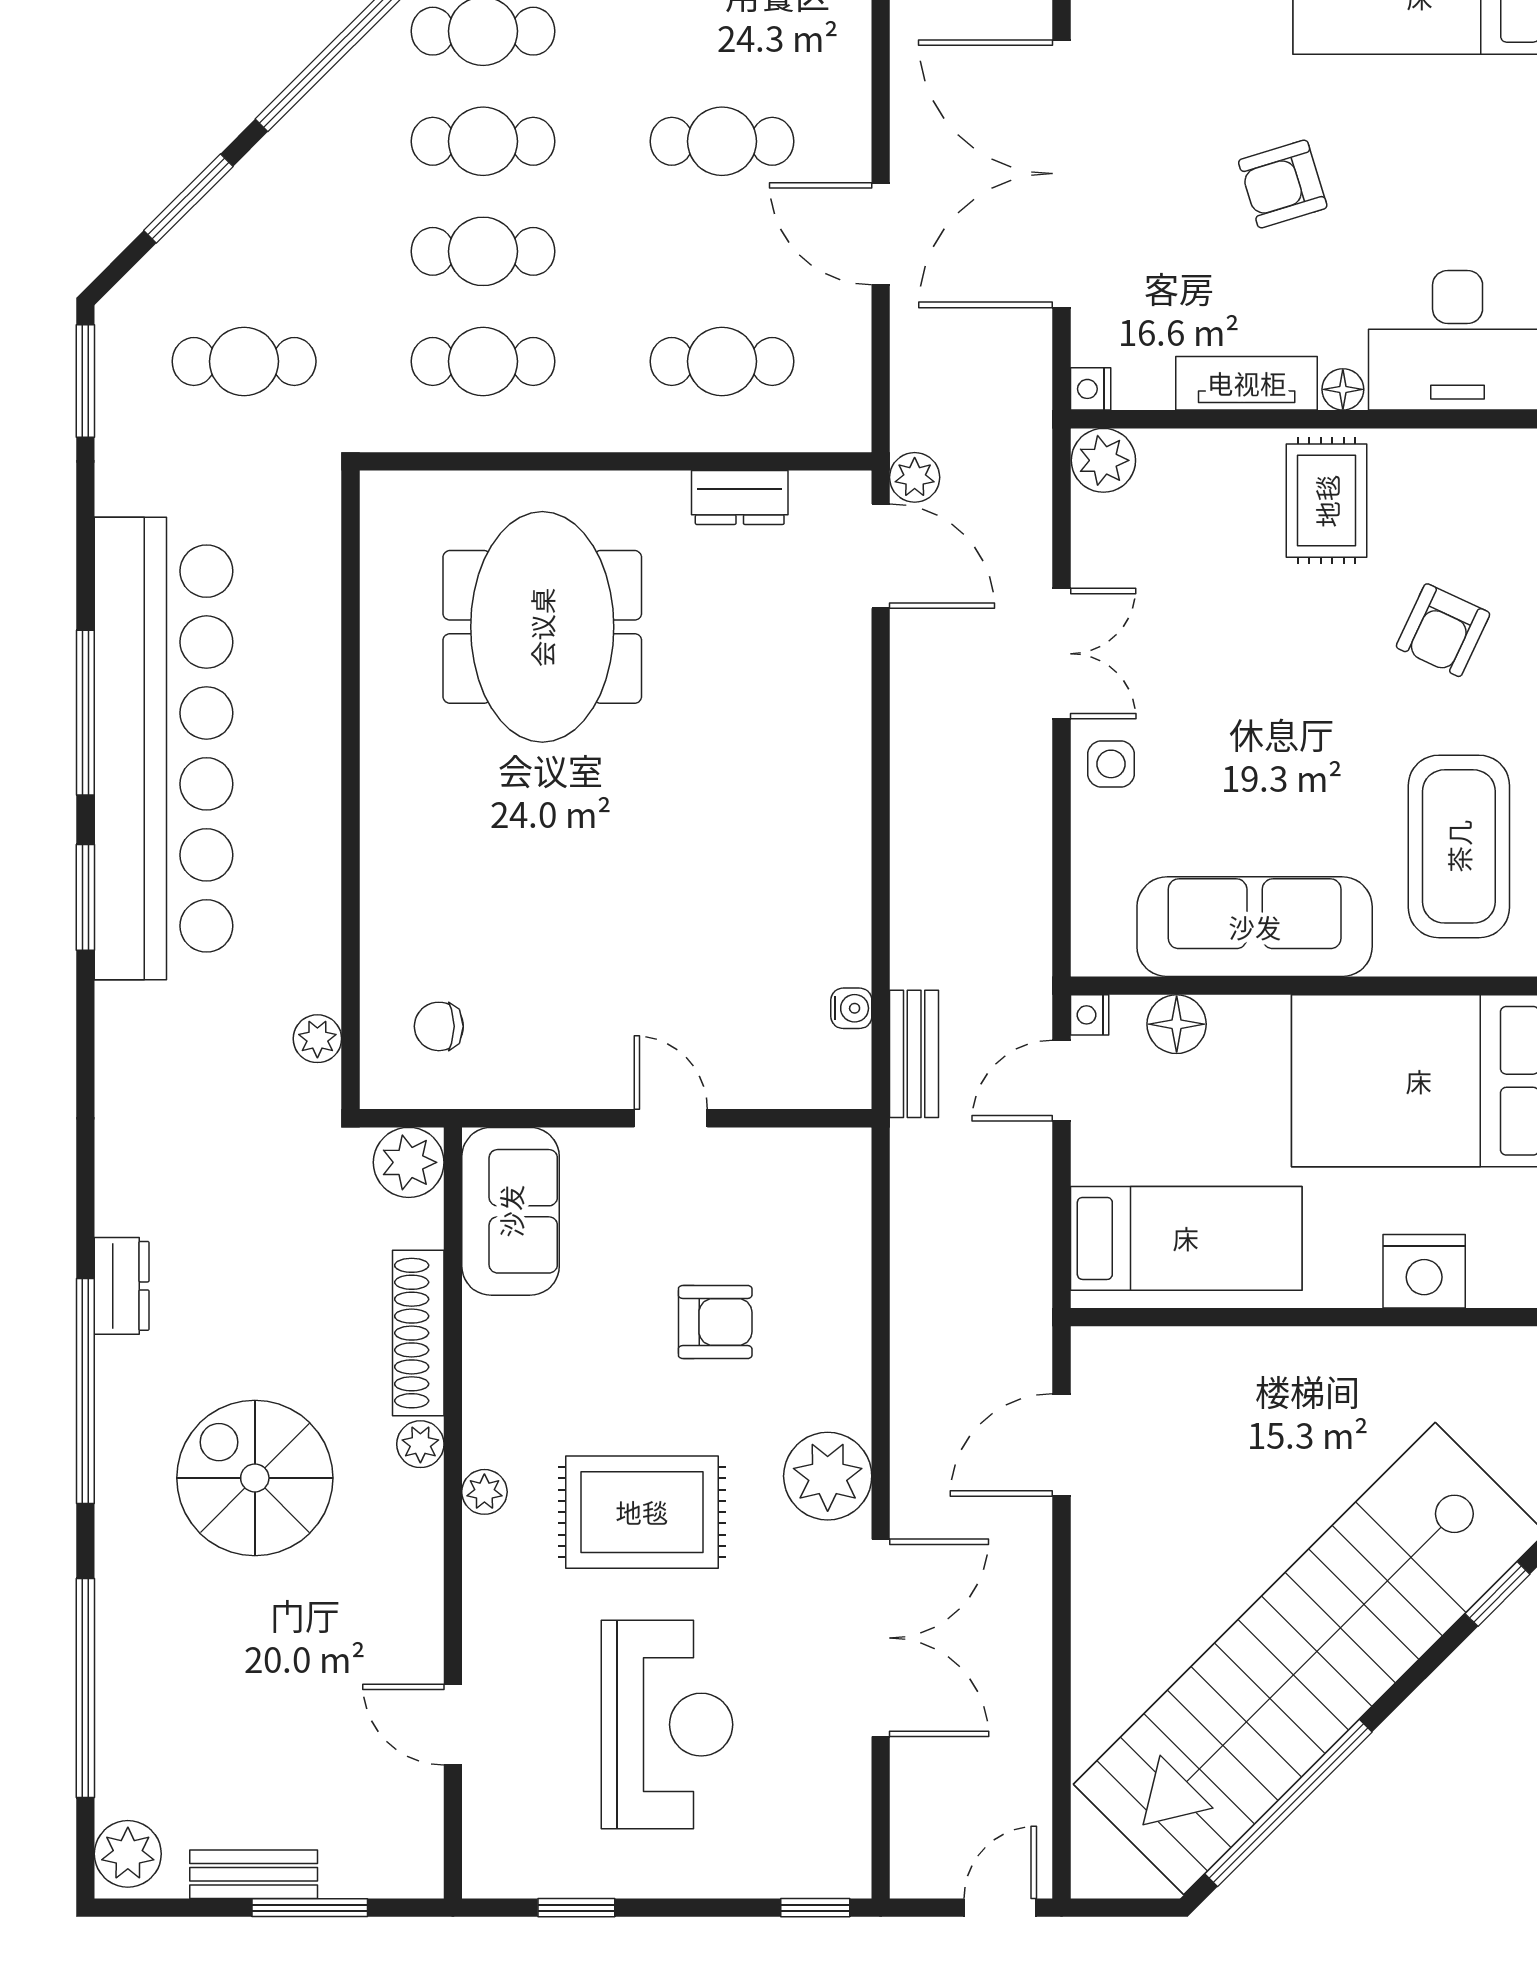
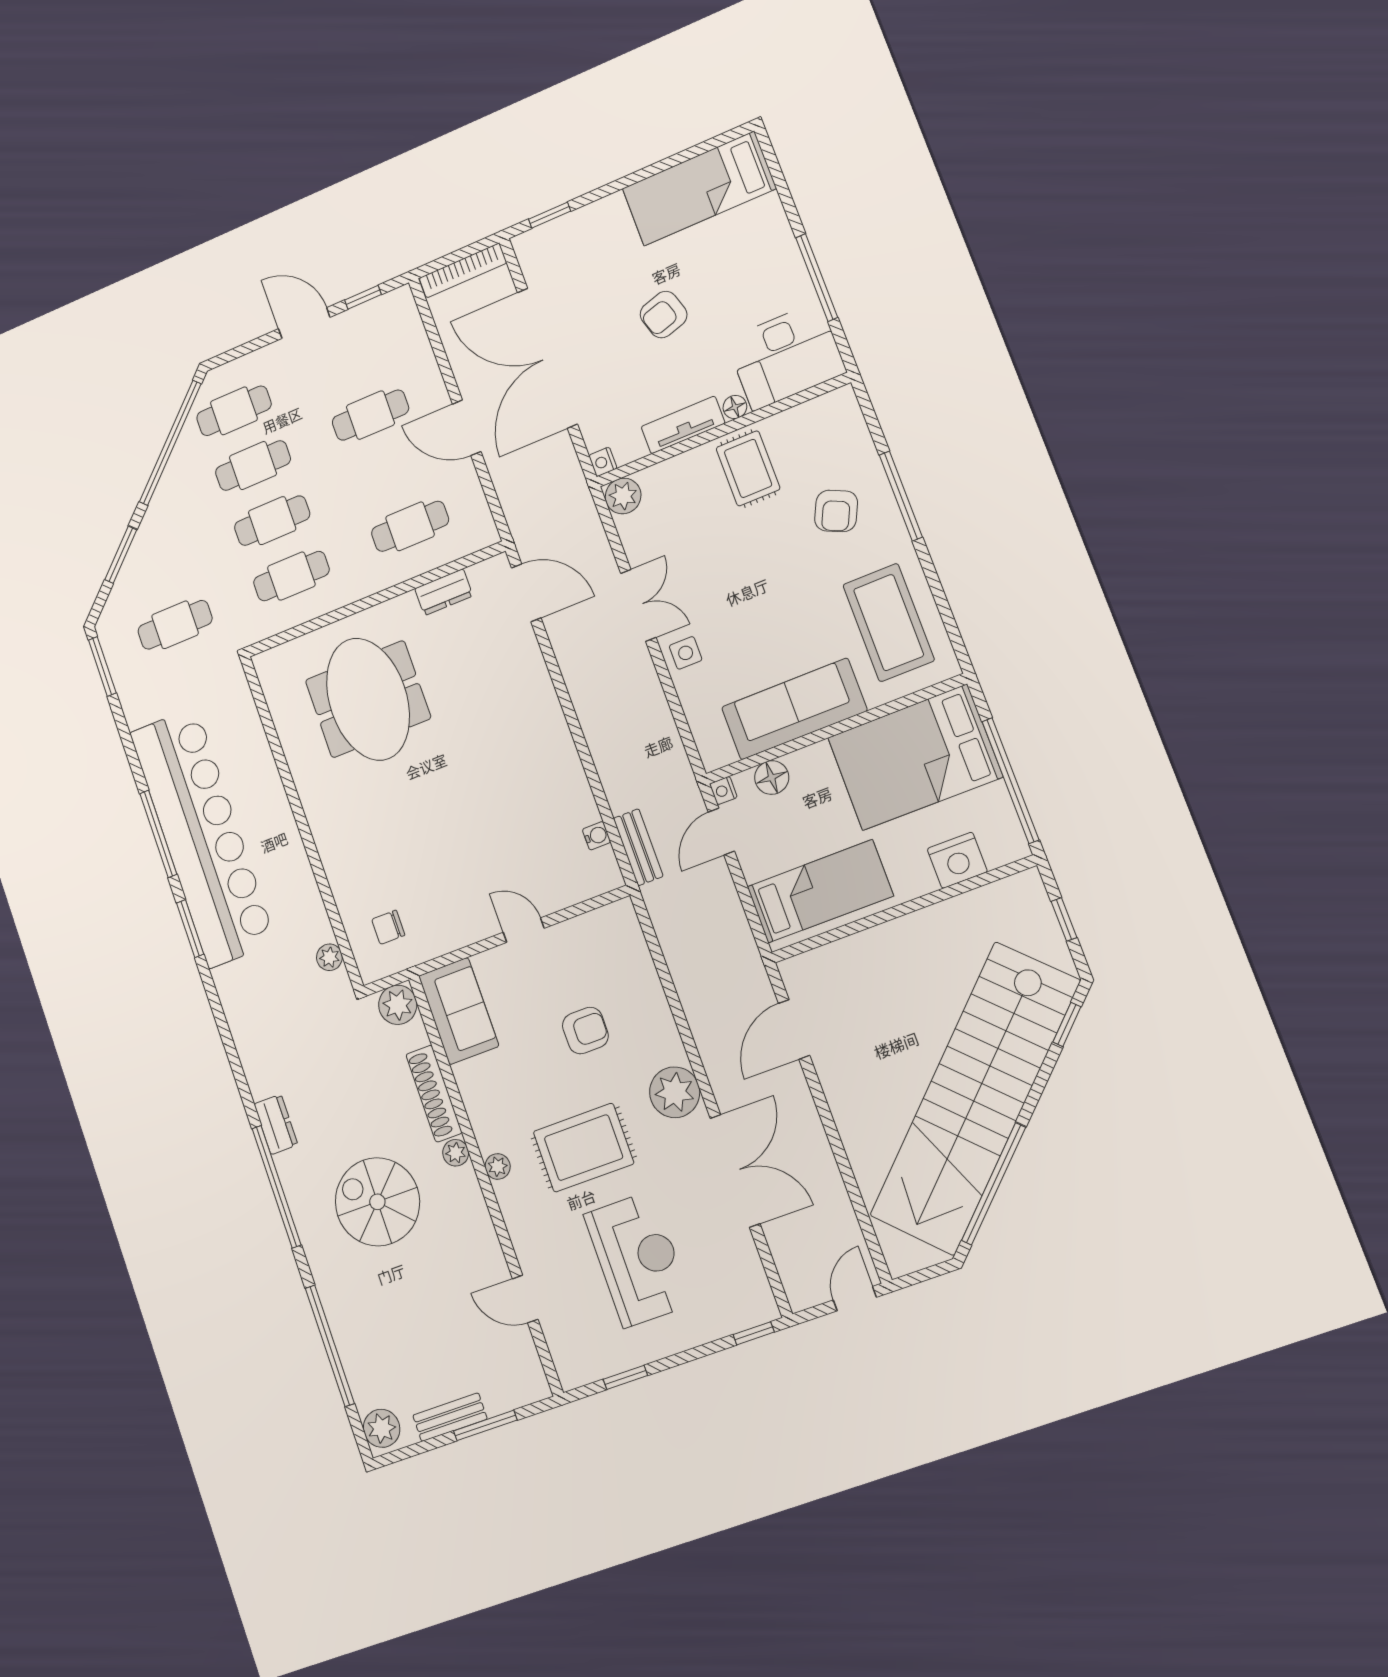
plant: (915, 477) -> (529, 545), removed

